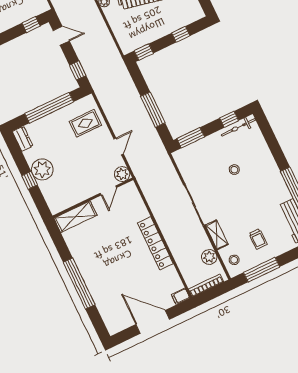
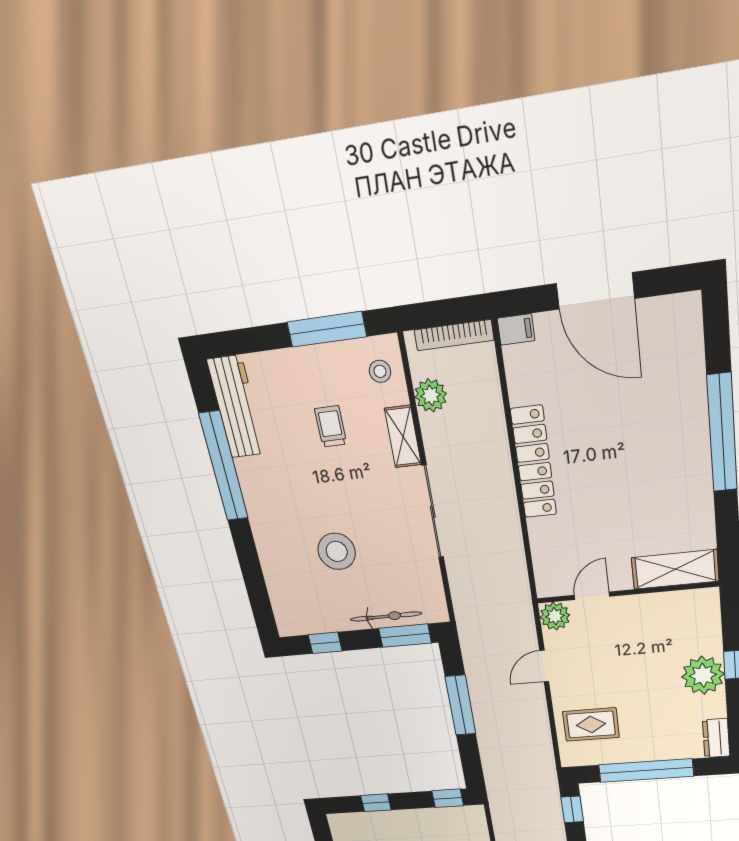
bicycle: (238, 127) -> (386, 616), moved
stool: (234, 170) -> (337, 551), width x1.89, depth x1.89
trolley: (258, 239) -> (331, 426), moved

